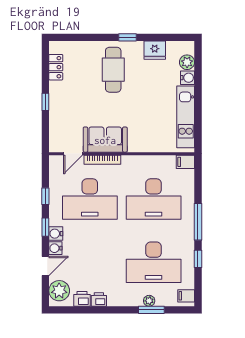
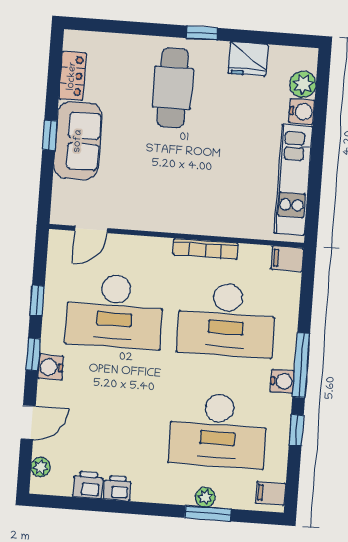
sofa: (105, 140) -> (78, 141), moved, turned 90
bookcase: (102, 160) -> (205, 249), moved
water cooler: (55, 248) -> (282, 381), moved, turned 180
plant: (59, 291) -> (41, 467), width x0.53, depth x0.53

